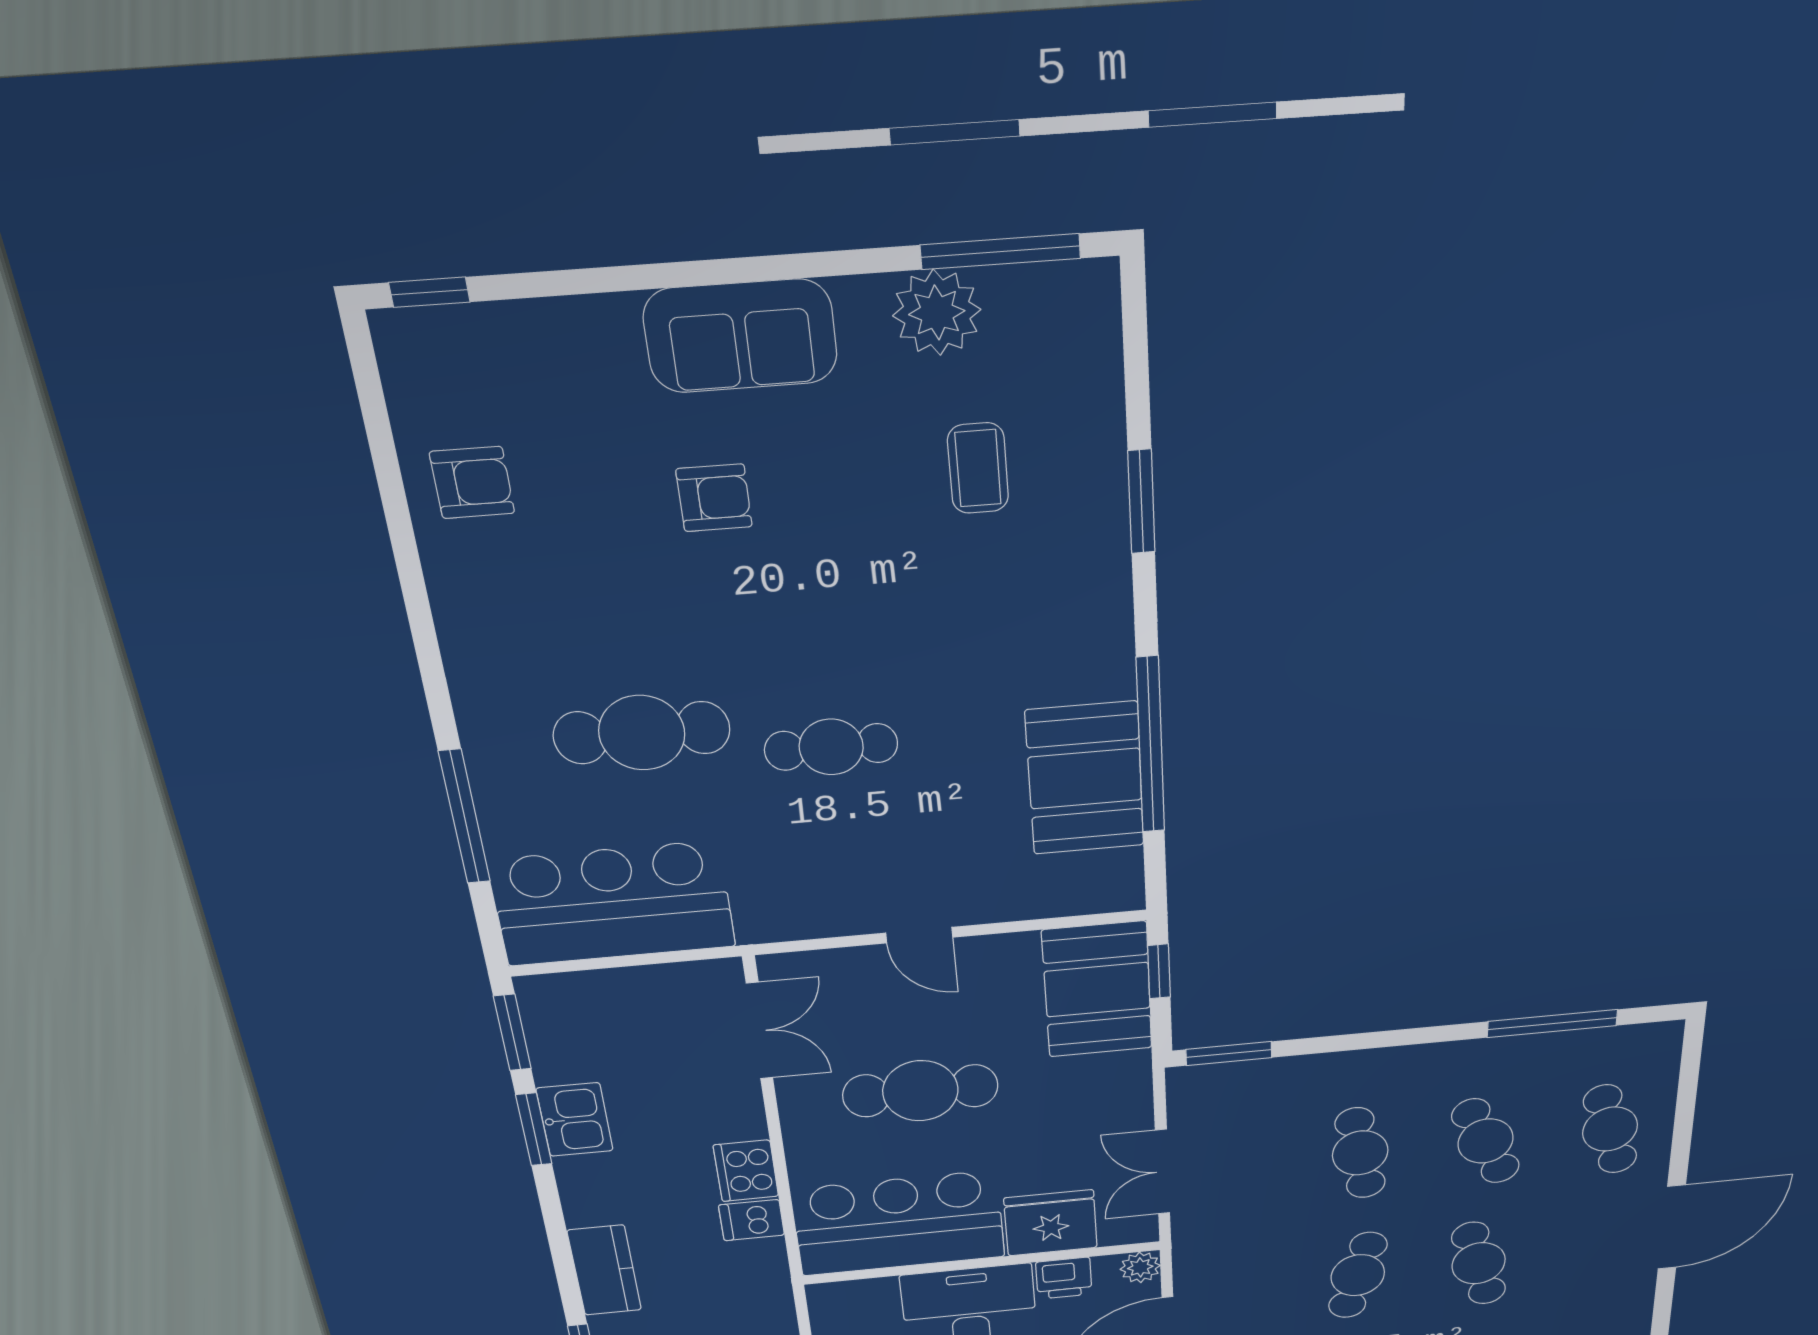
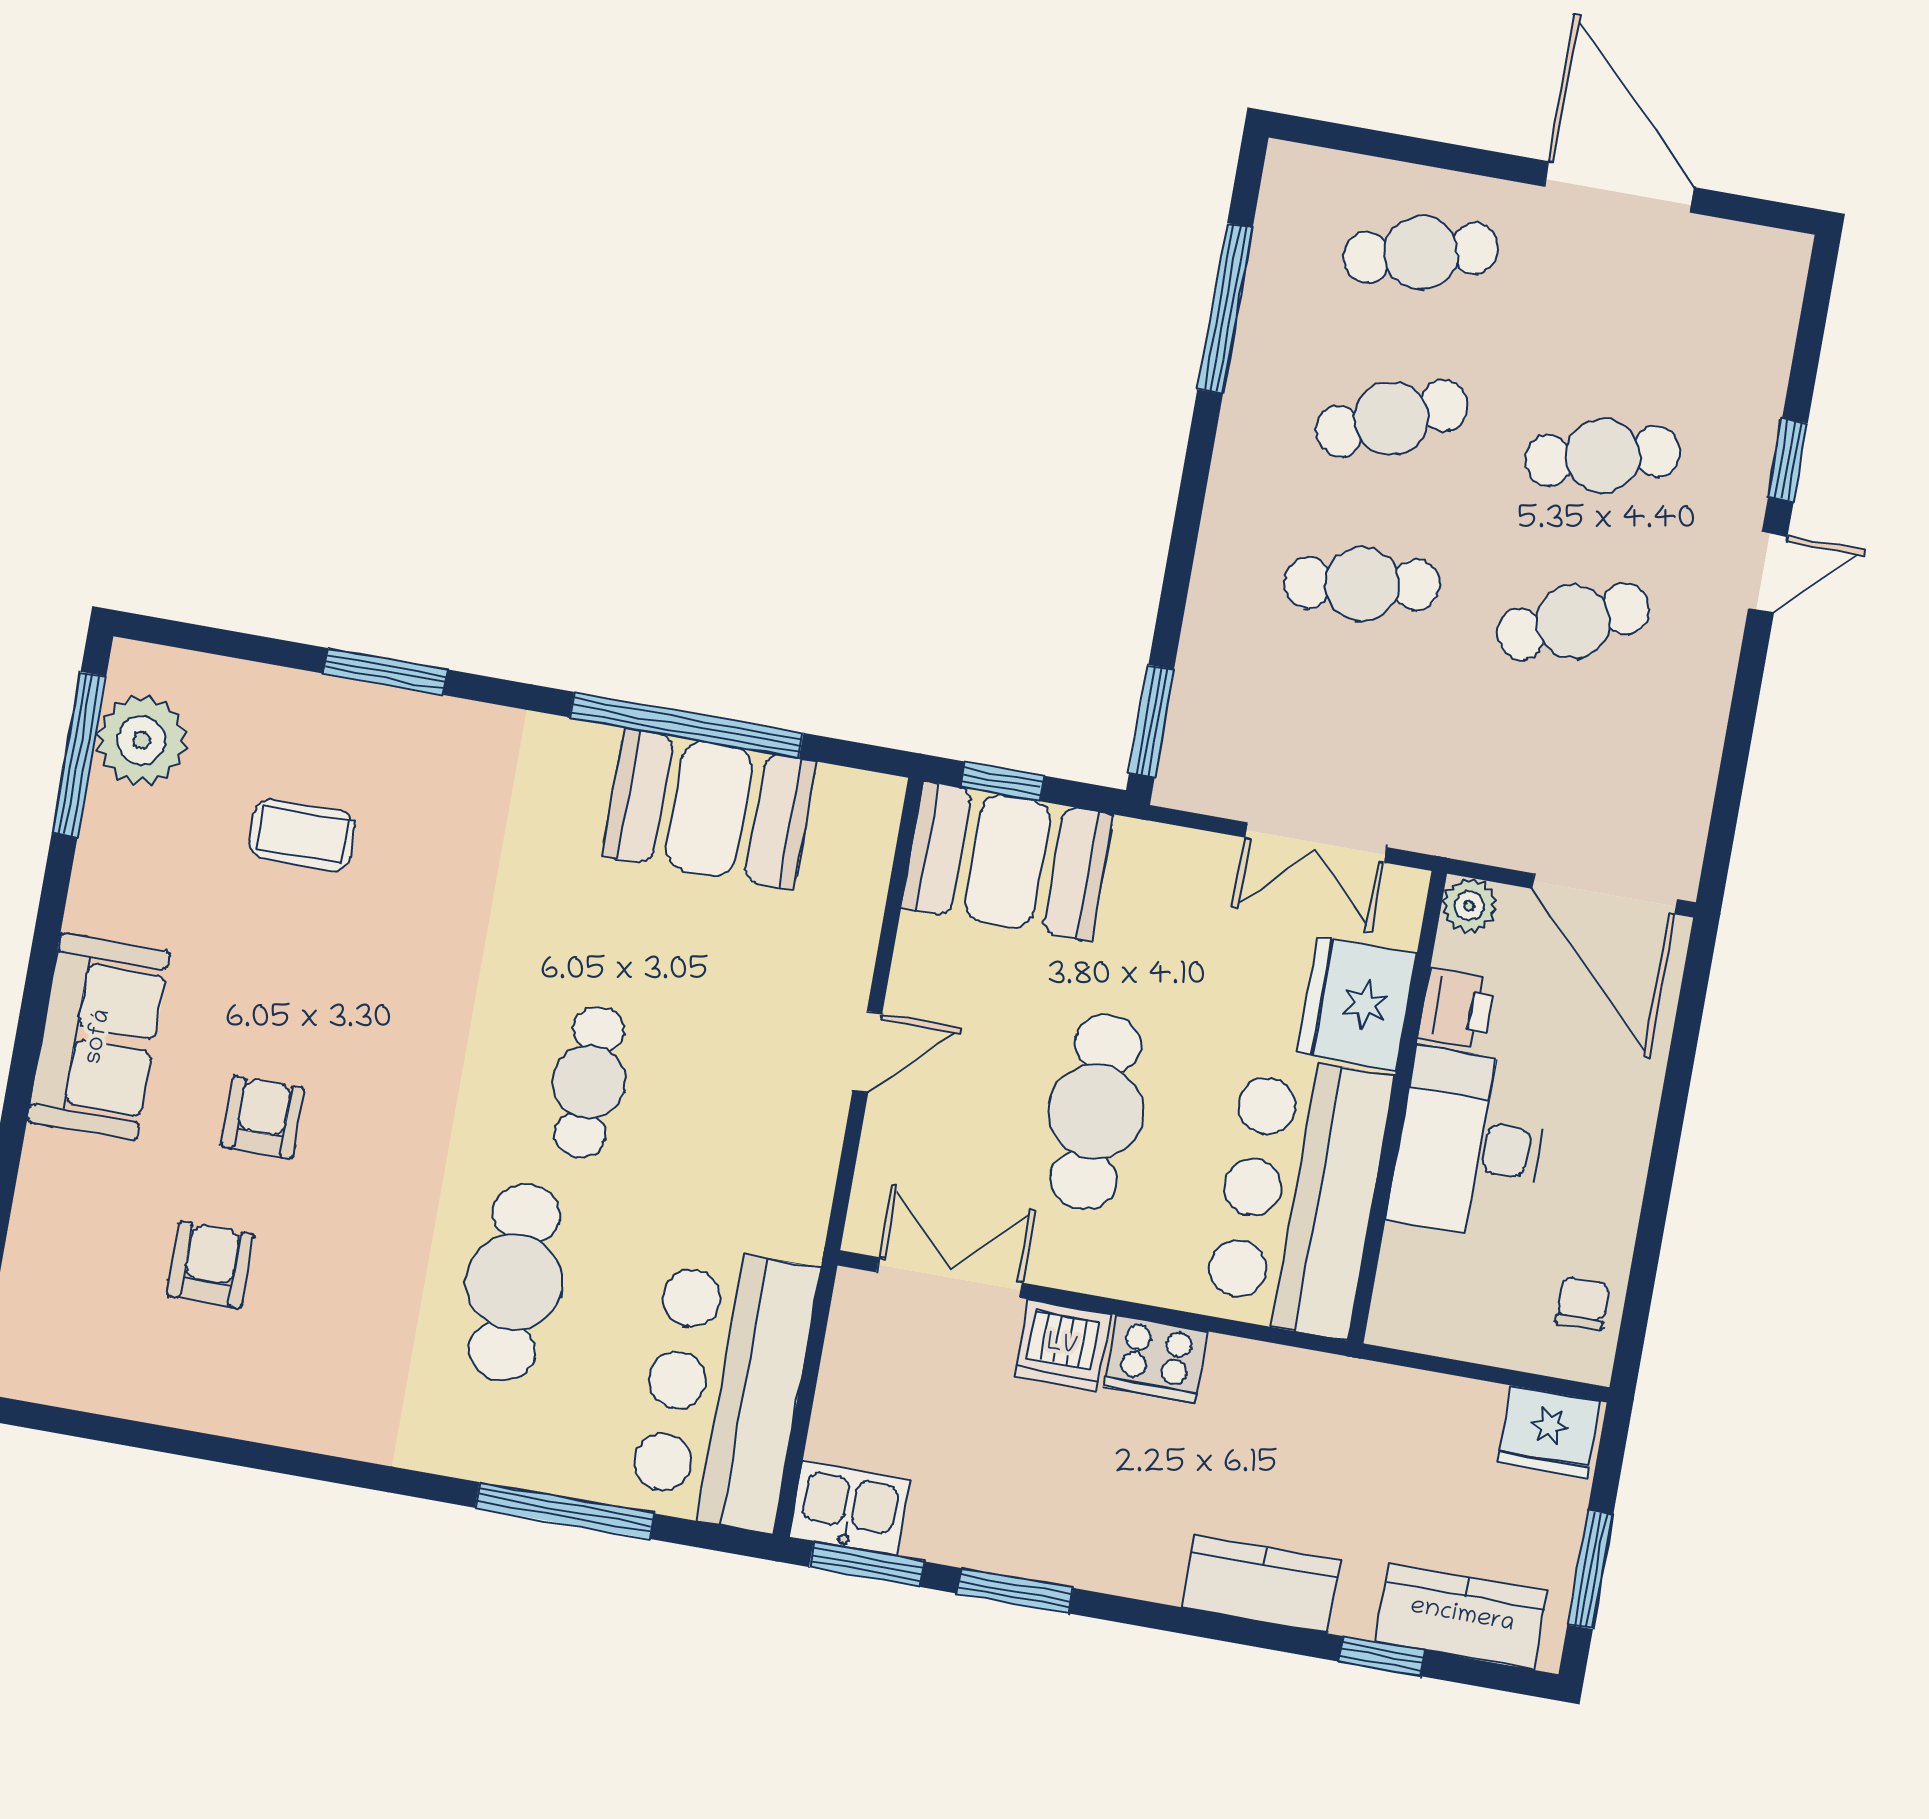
plant: (937, 313) -> (142, 740), moved
armchair: (472, 483) -> (210, 1265), moved
kitchen sink: (575, 1120) -> (849, 1508), moved
dishwasher: (752, 1220) -> (1062, 1346), moved, width x1.38
cafe table: (1358, 1275) -> (1573, 621), turned -39

